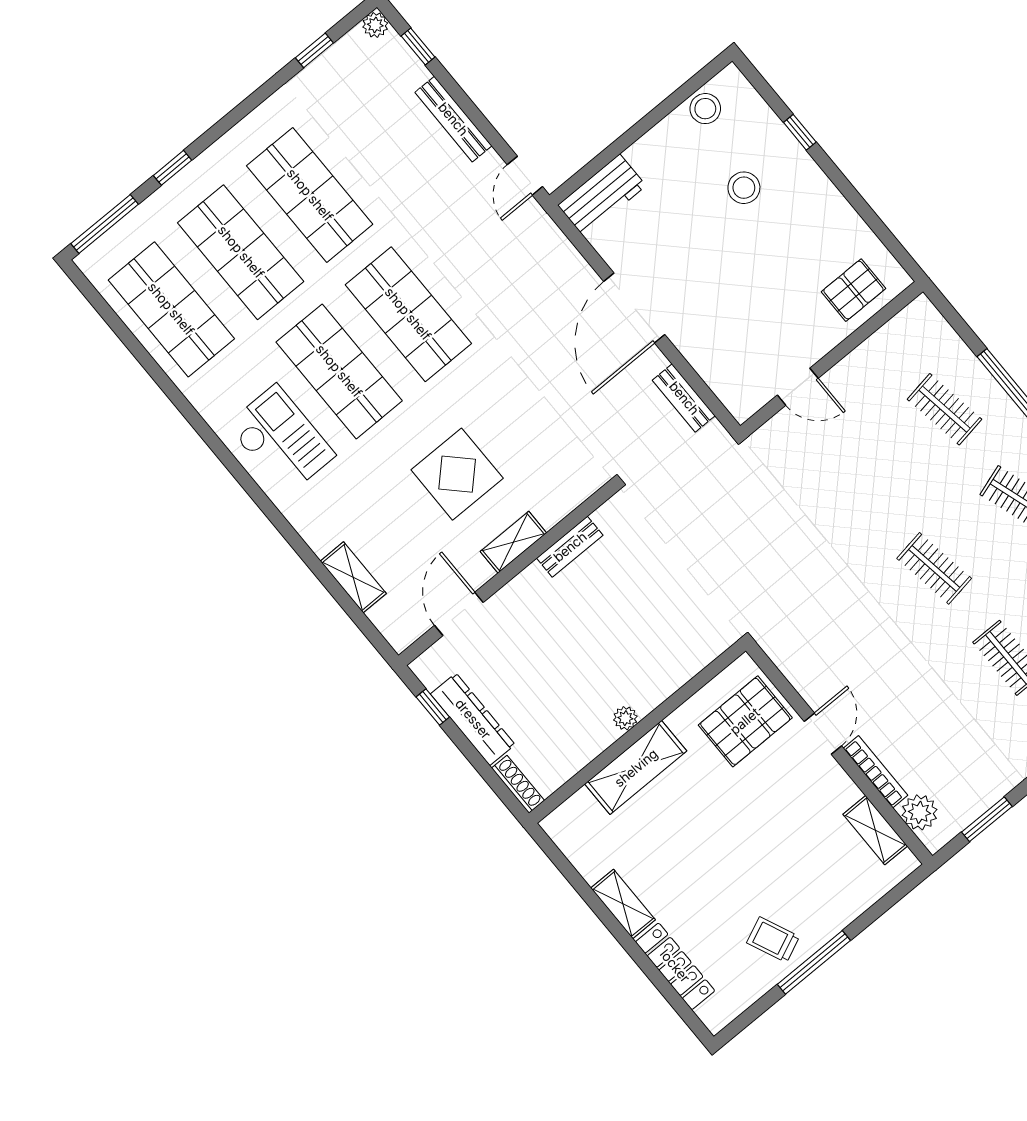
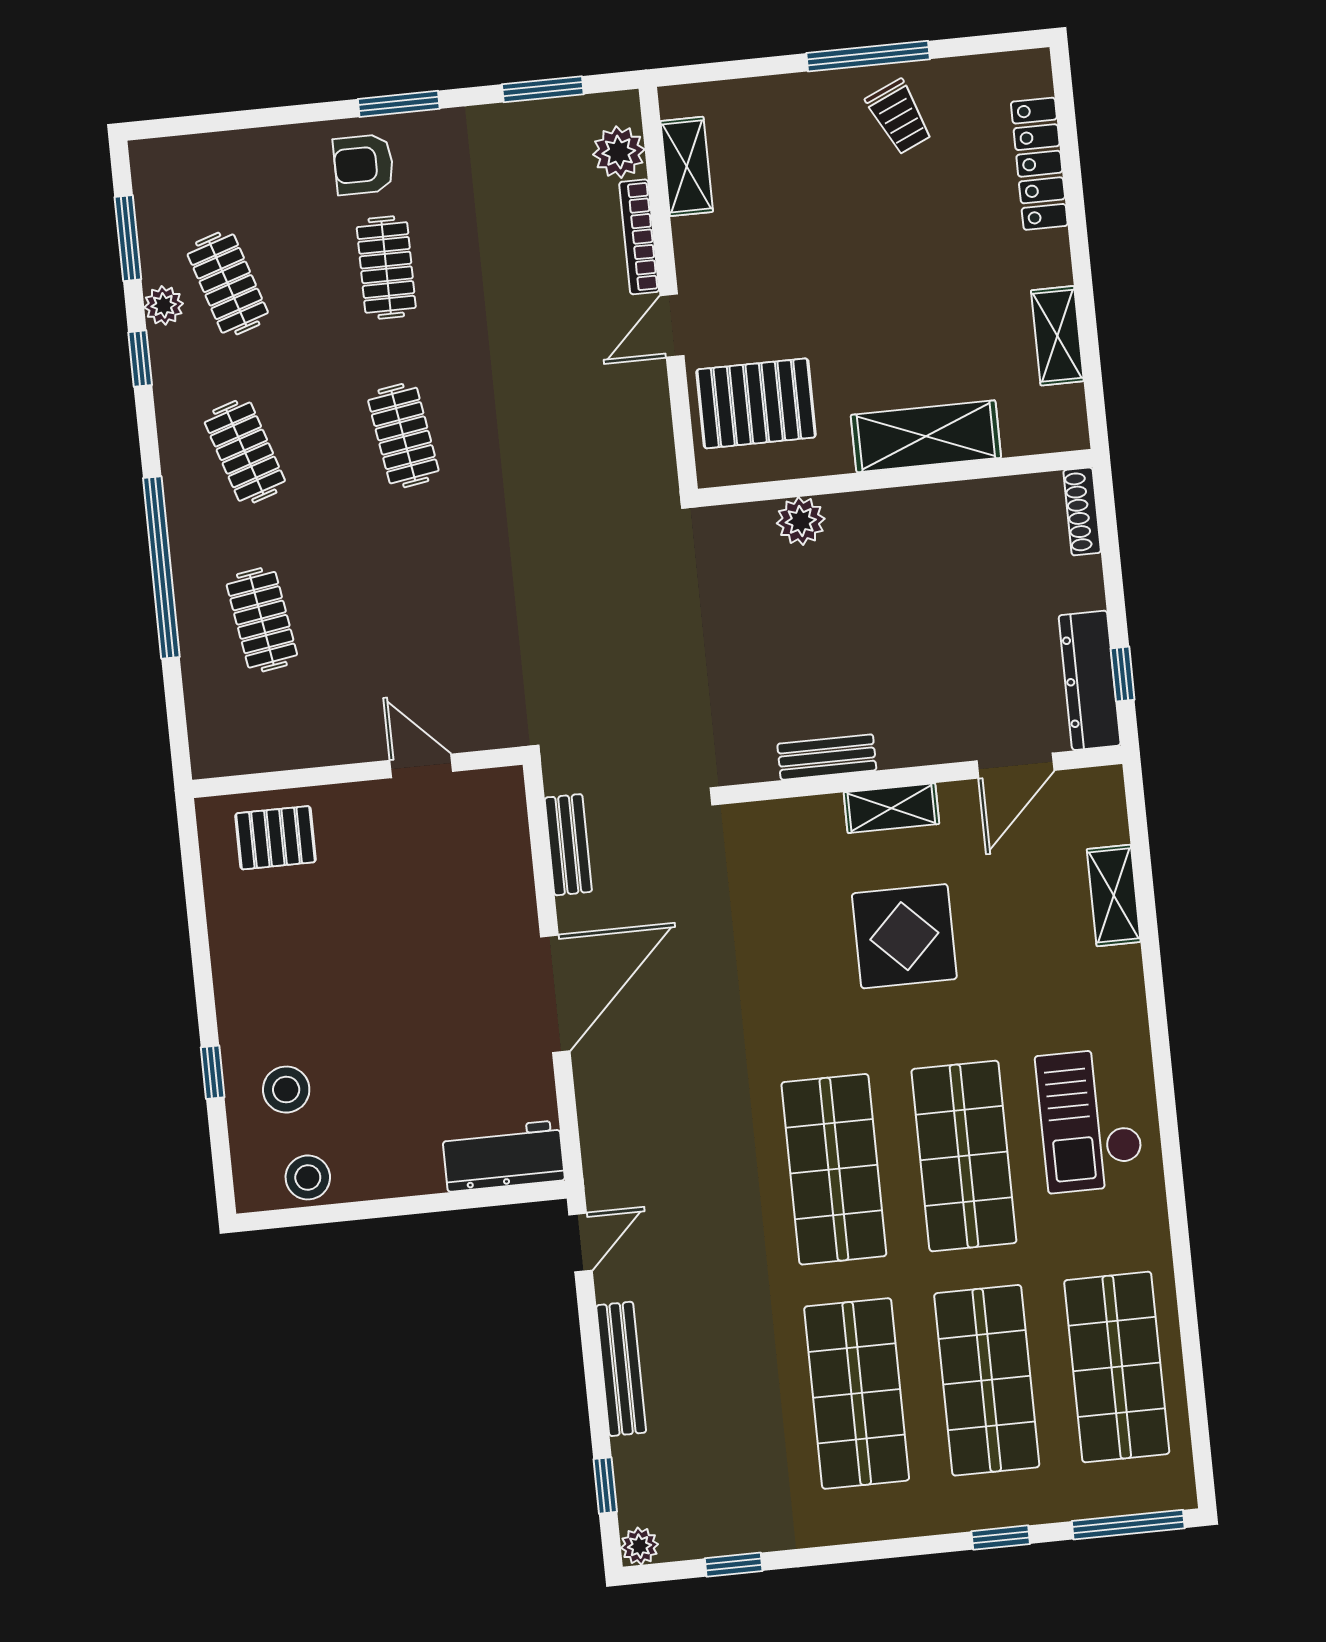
stool: (744, 188) -> (286, 1090), moved
plant: (625, 718) -> (801, 521), moved, width x1.38, depth x1.38
dresser: (473, 719) -> (1090, 680), moved
shelving: (623, 904) -> (1057, 336), moved

